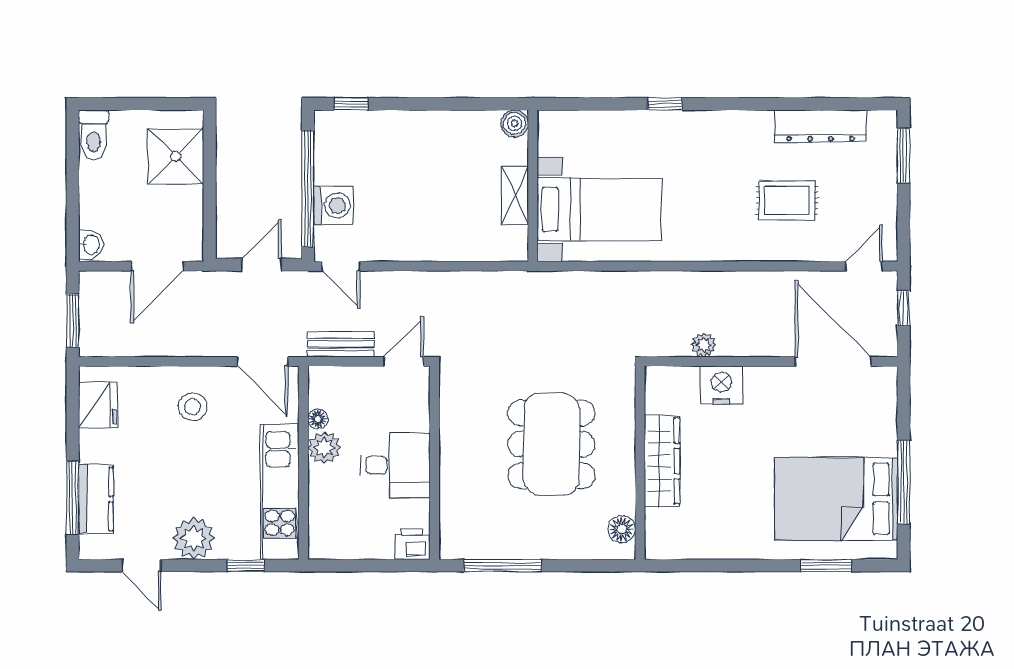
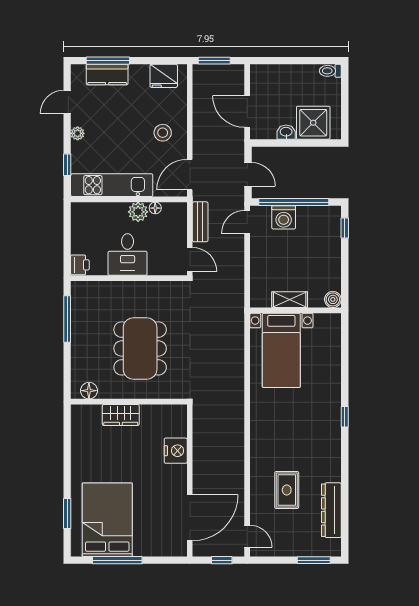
boiler: (515, 124) -> (333, 299), moved
toilet: (94, 135) -> (330, 71), width x0.73, depth x0.72
wall: (533, 186) -> (295, 310), moved
shelving: (515, 195) -> (290, 300), moved
bed with nightstands: (599, 209) -> (281, 350), moved
washbasin: (91, 245) -> (286, 132), moved, turned 180
plant: (704, 345) -> (200, 440), removed
dining table: (551, 444) -> (140, 348), turned 90
wardrobe: (662, 461) -> (121, 415), width x0.67
plant: (194, 538) -> (78, 133), width x0.53, depth x0.53

